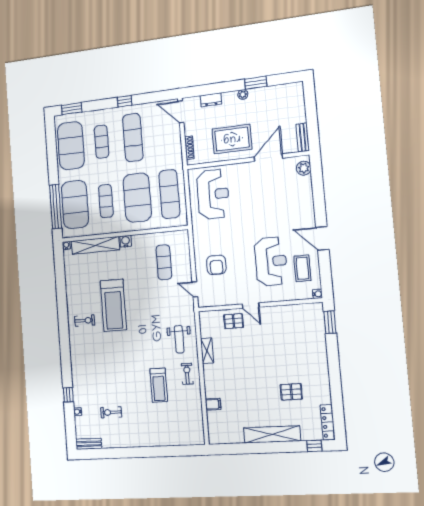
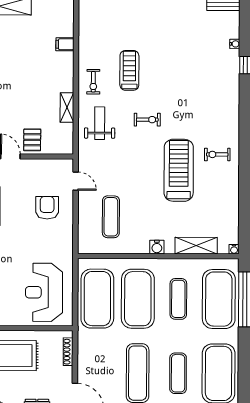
exercise mat: (169, 194) -> (97, 299), width x1.47
shelving: (95, 245) -> (196, 246), width x0.68
pallet: (234, 321) -> (32, 140), turned 90
exercise bike: (111, 412) -> (147, 120), moved

